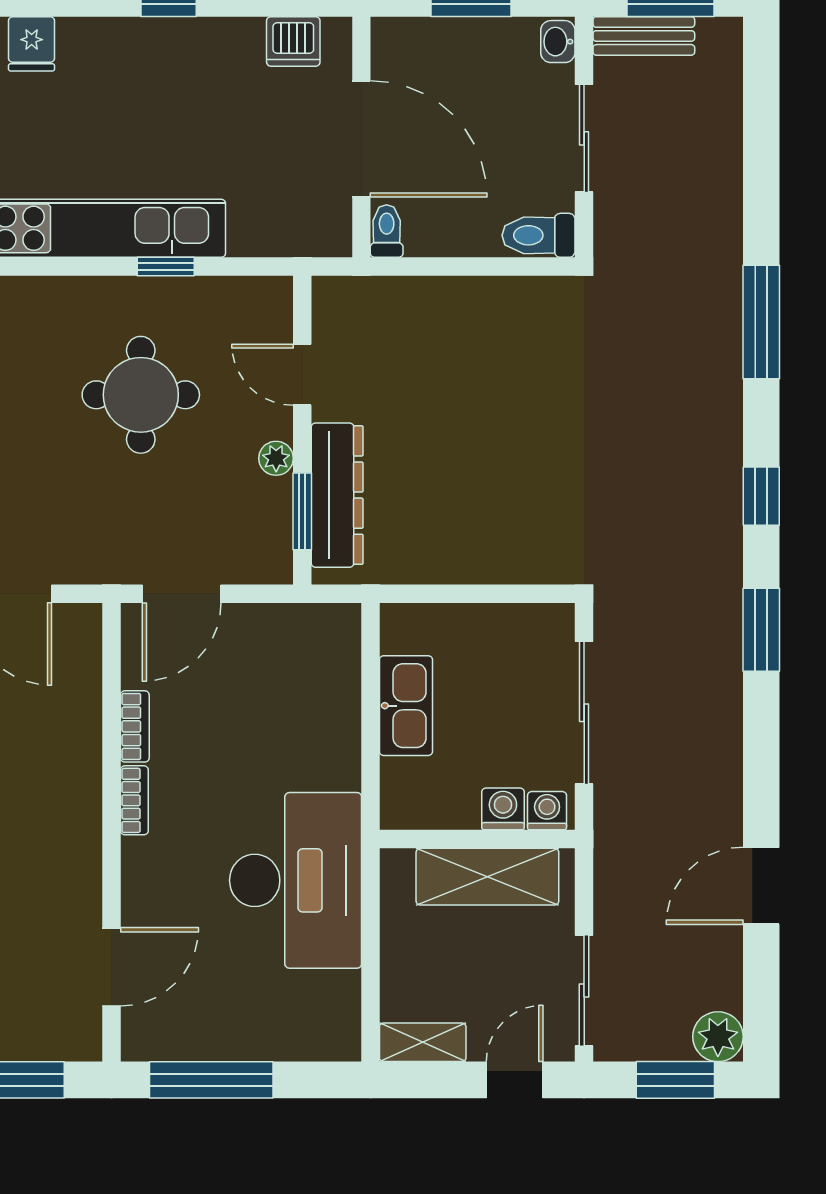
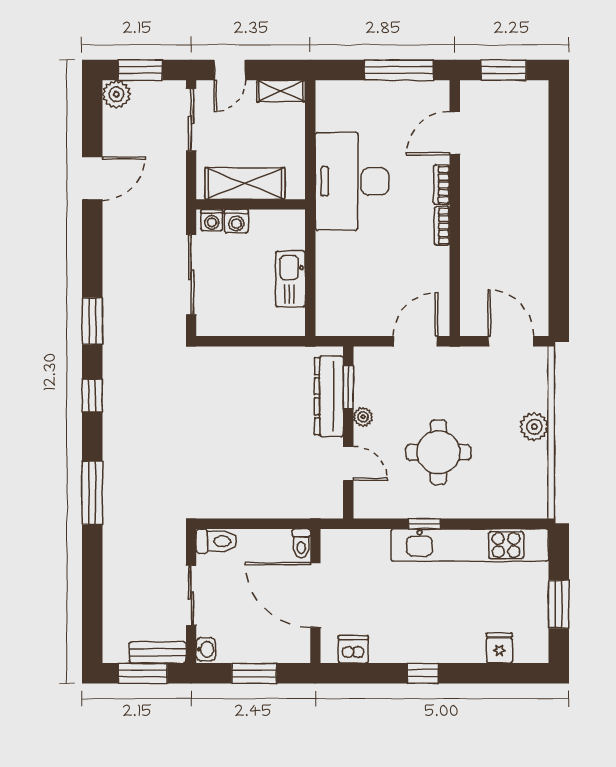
bookcase: (135, 726) -> (442, 185), moved

